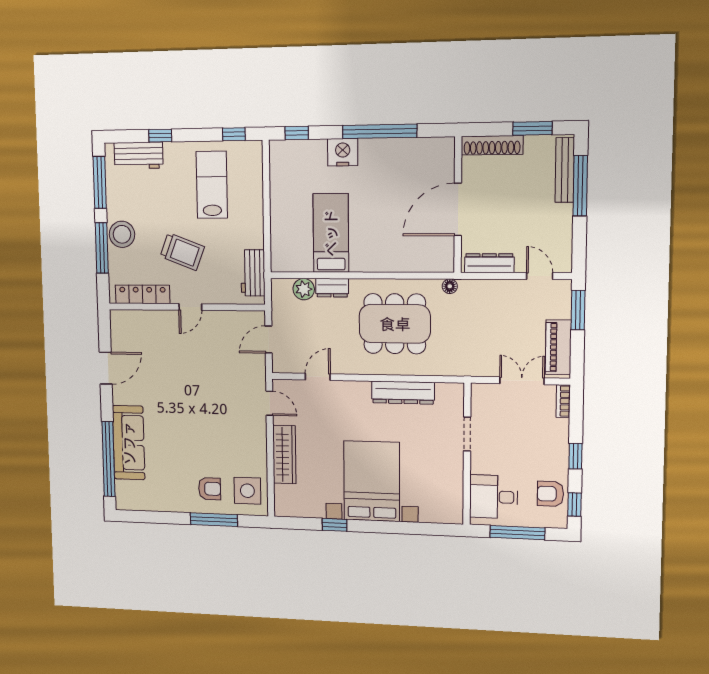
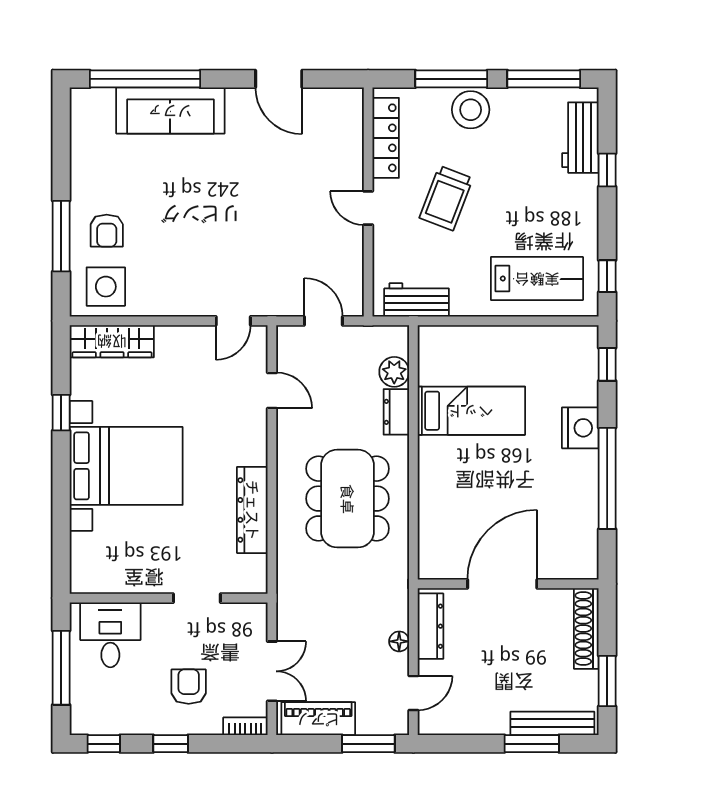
lab bench: (212, 185) -> (537, 279), moved
window: (580, 186) -> (532, 744), width x0.69
door: (458, 209) -> (502, 584), hinge flipped
floor lamp: (450, 286) -> (399, 641), moved
wardrobe: (284, 455) -> (112, 341), moved
armchair: (550, 494) -> (189, 687), moved

